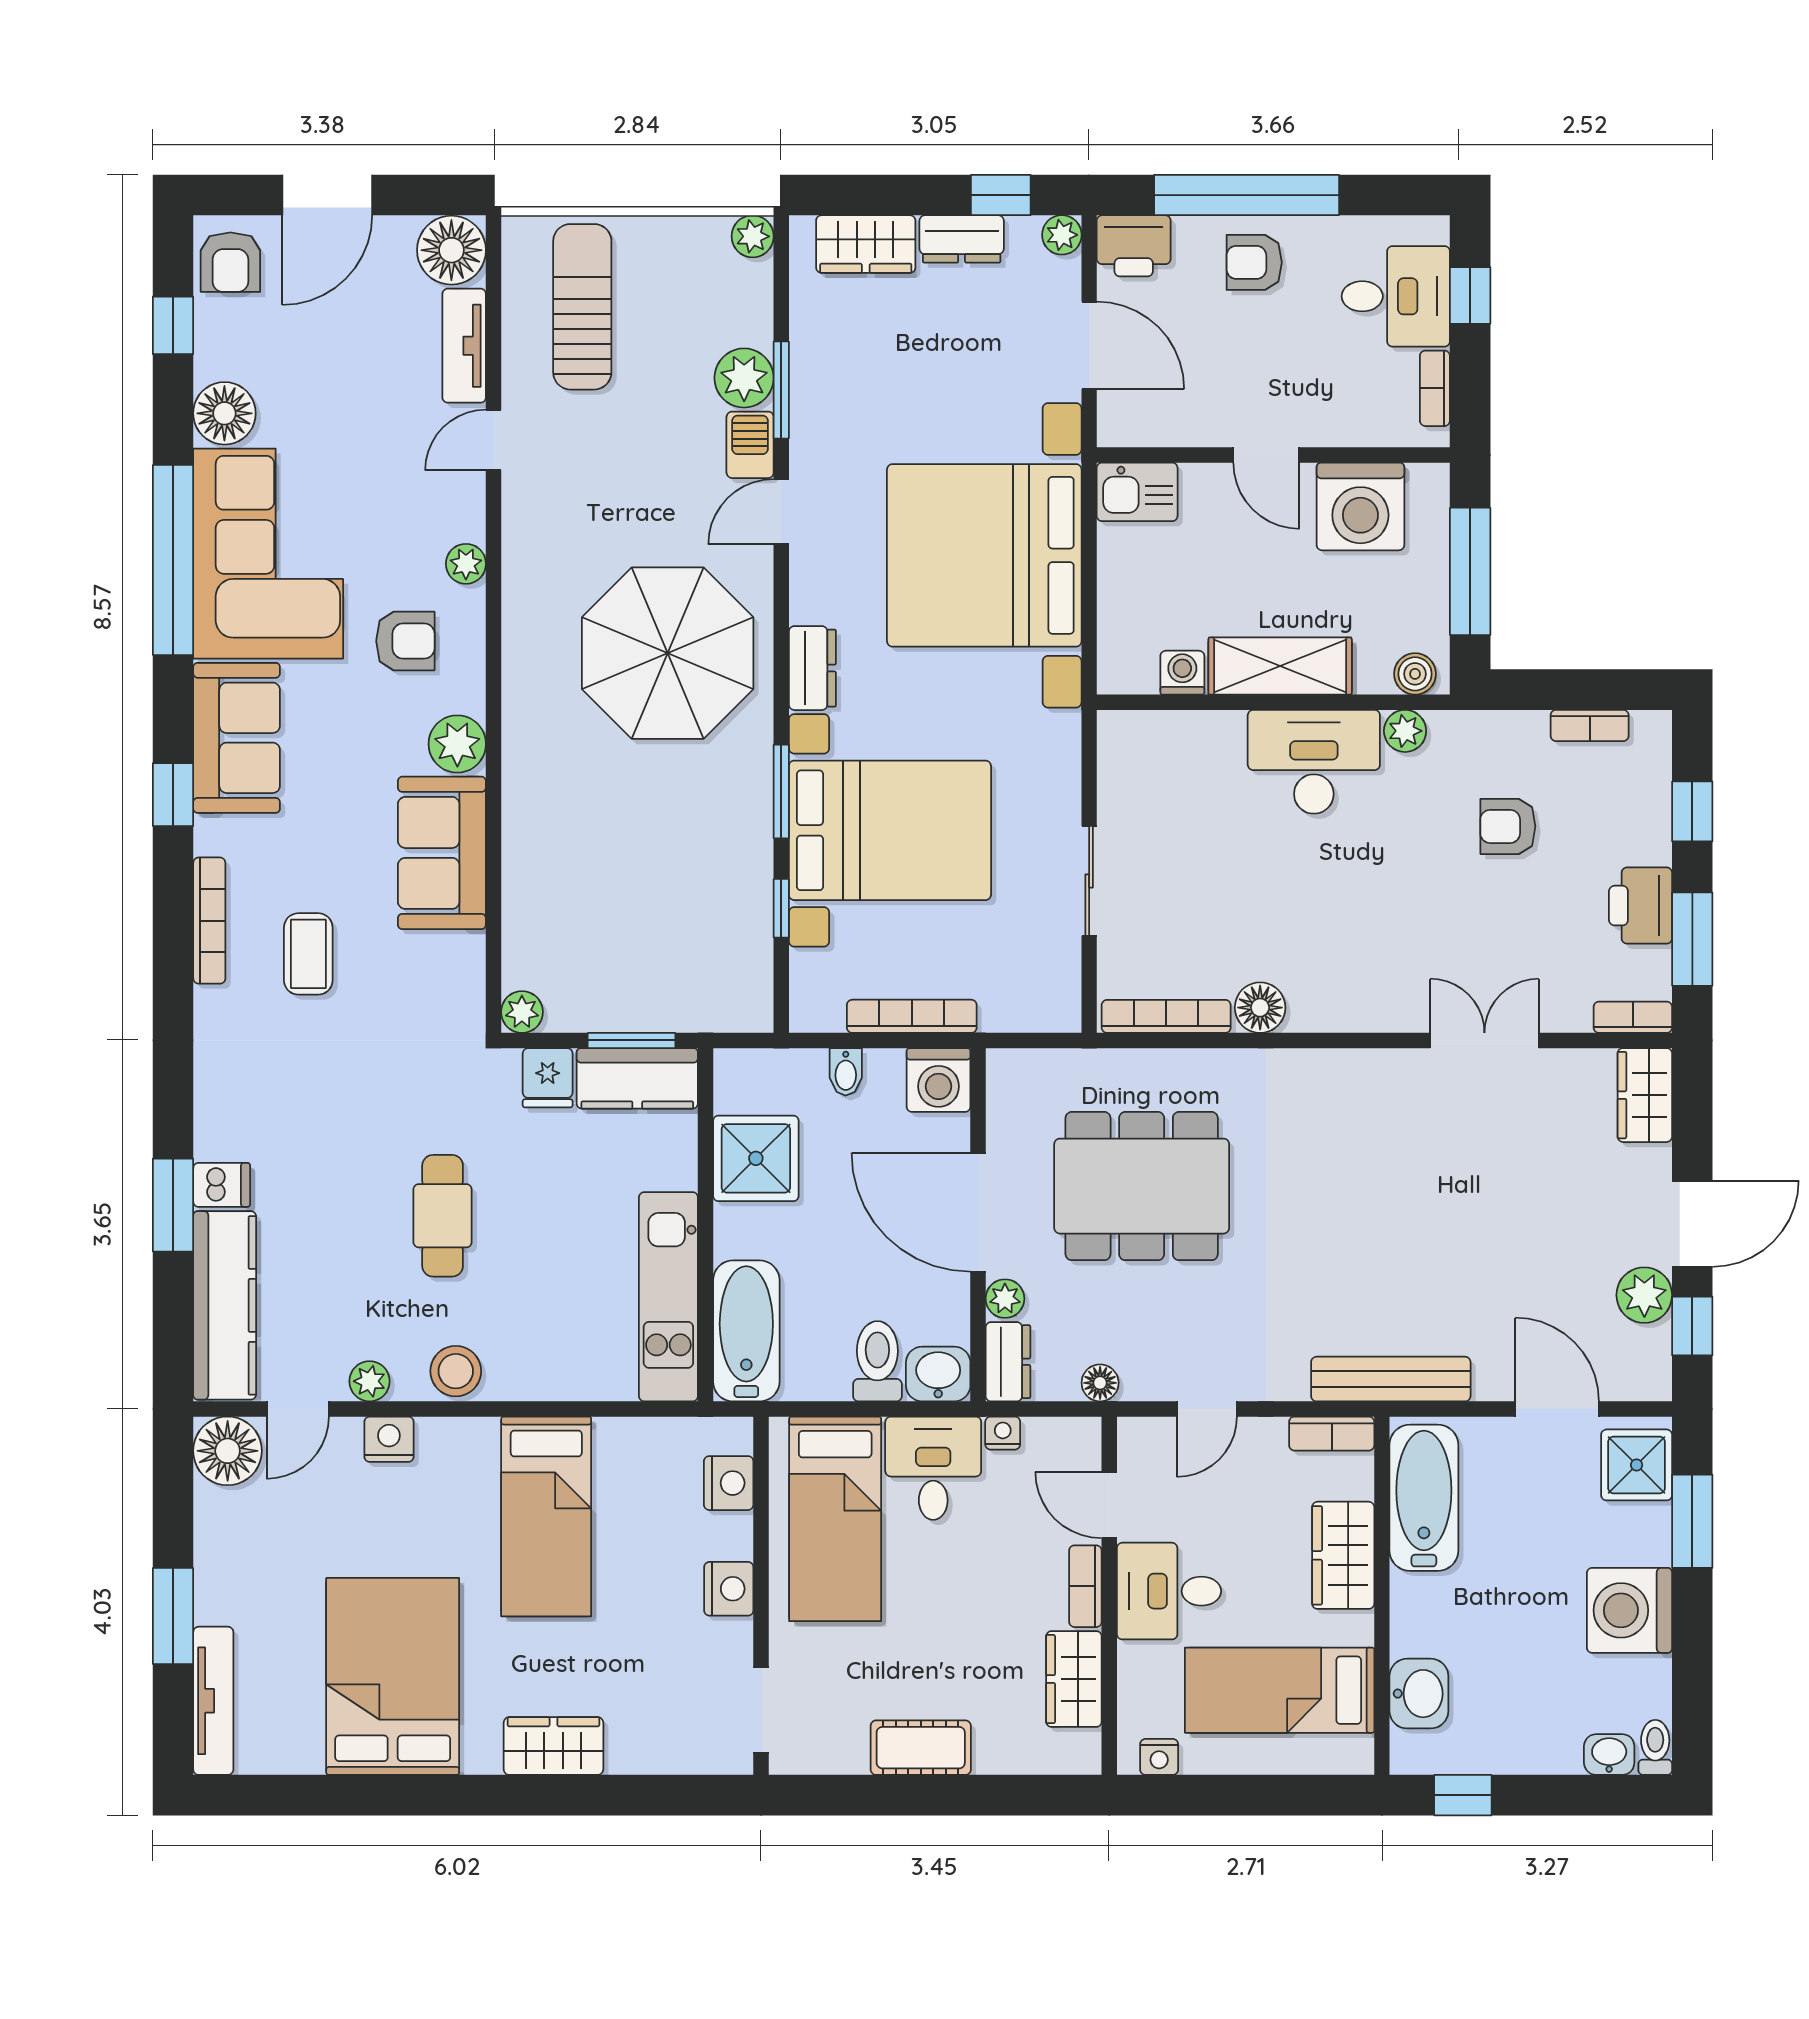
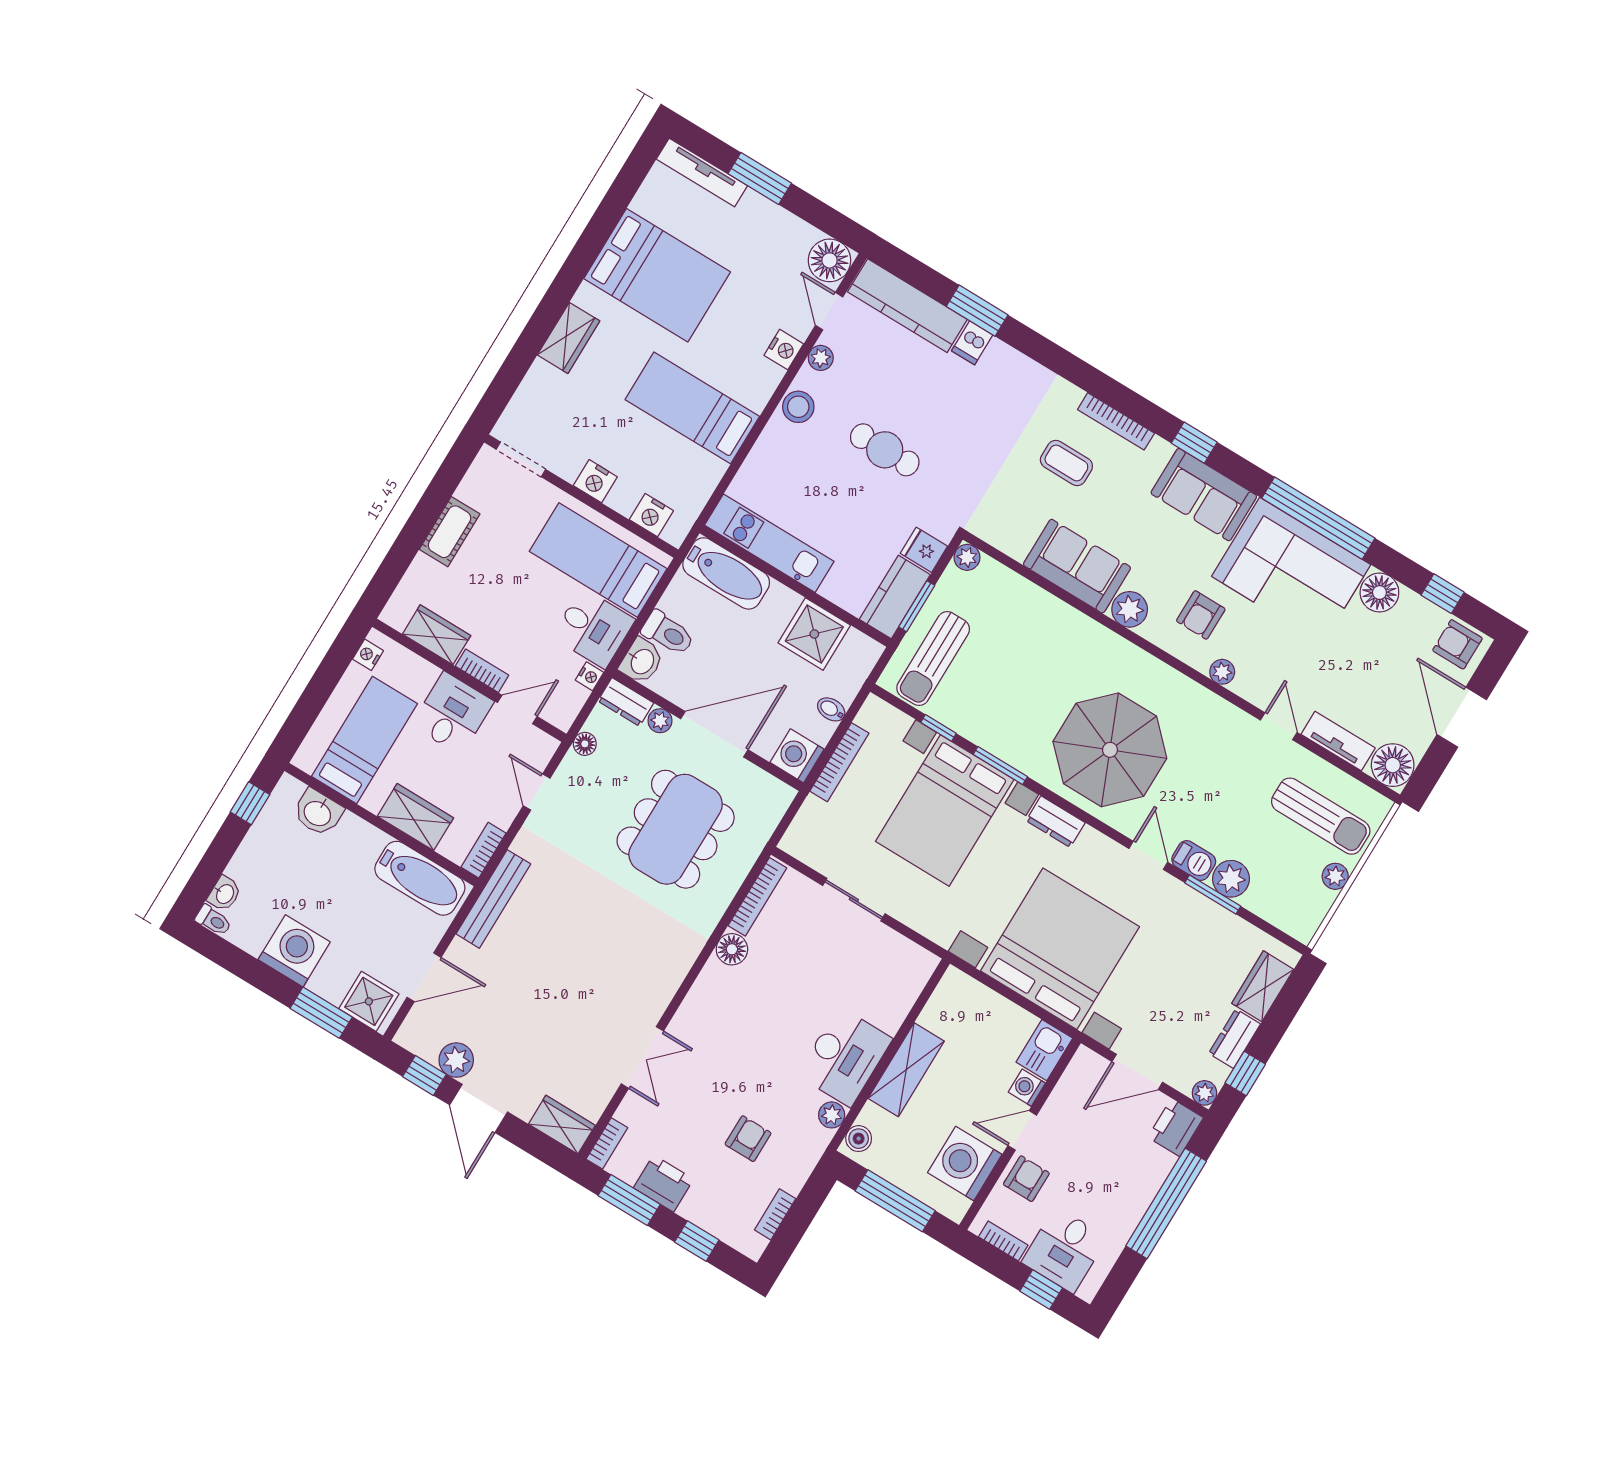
plant: (753, 236) -> (1335, 876), moved
armchair: (1254, 262) -> (1026, 1179), moved
washing machine: (1182, 673) -> (1027, 1088), moved, turned 180
sun lounger: (690, 974) -> (933, 659), added

